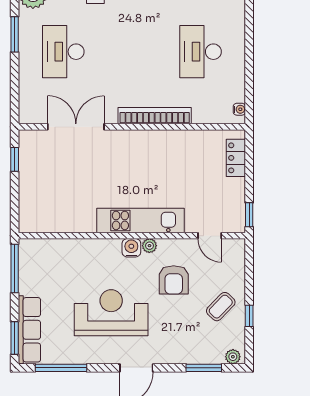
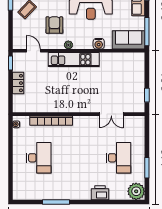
bookcase: (155, 116) -> (51, 121), moved
double door: (76, 127) -> (111, 114), width x0.73
locker: (236, 158) -> (18, 83), moved
water cooler: (131, 248) -> (99, 44), moved
sofa: (46, 254) -> (129, 40), added

